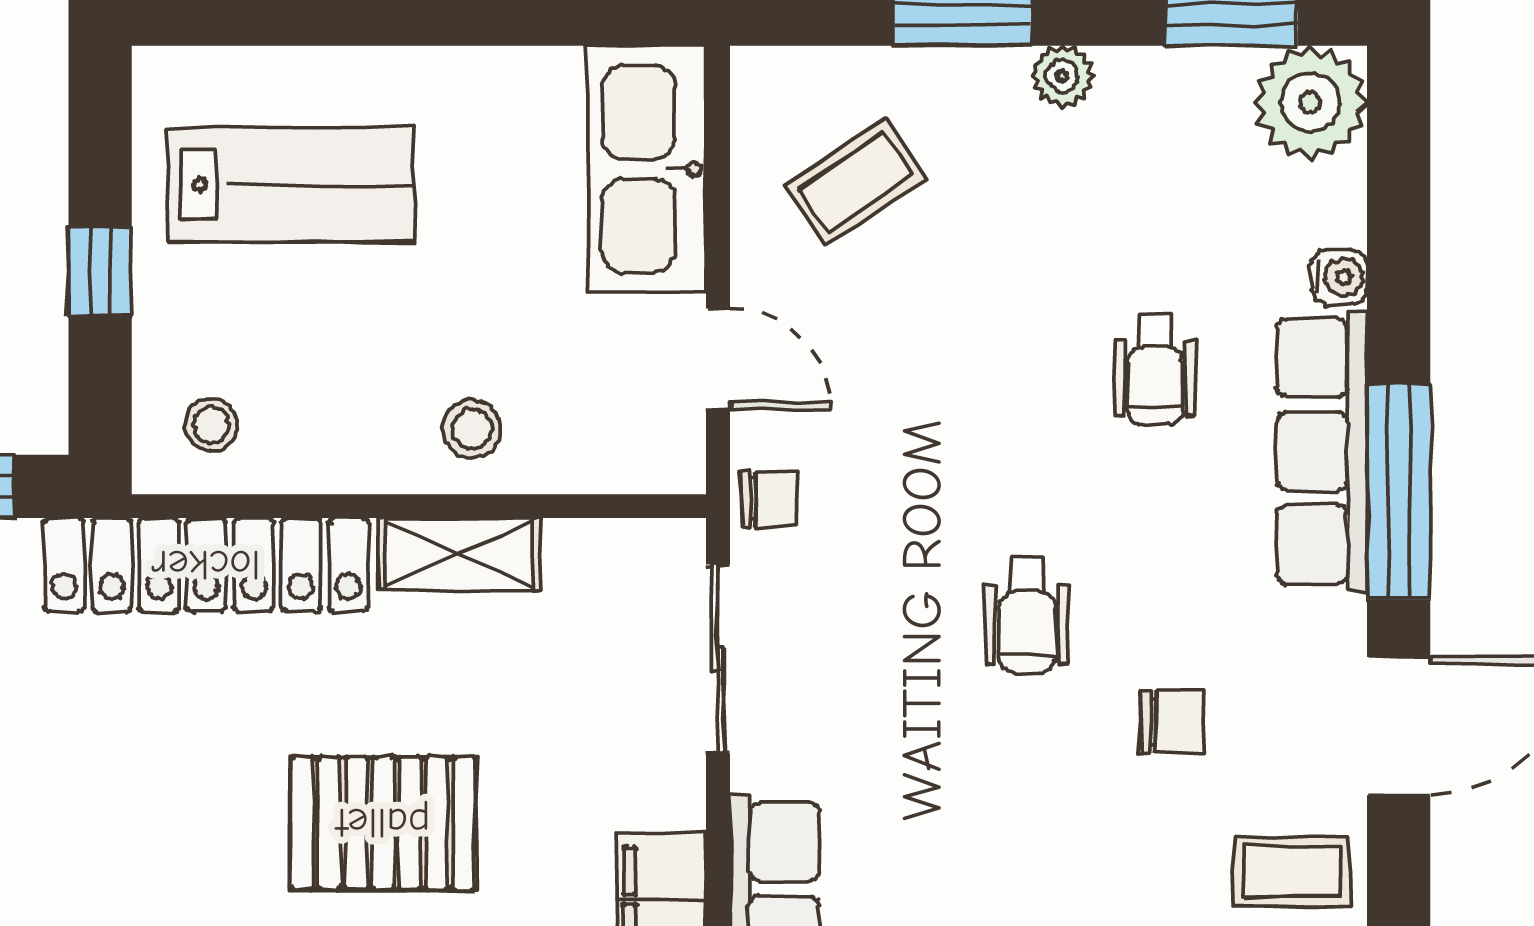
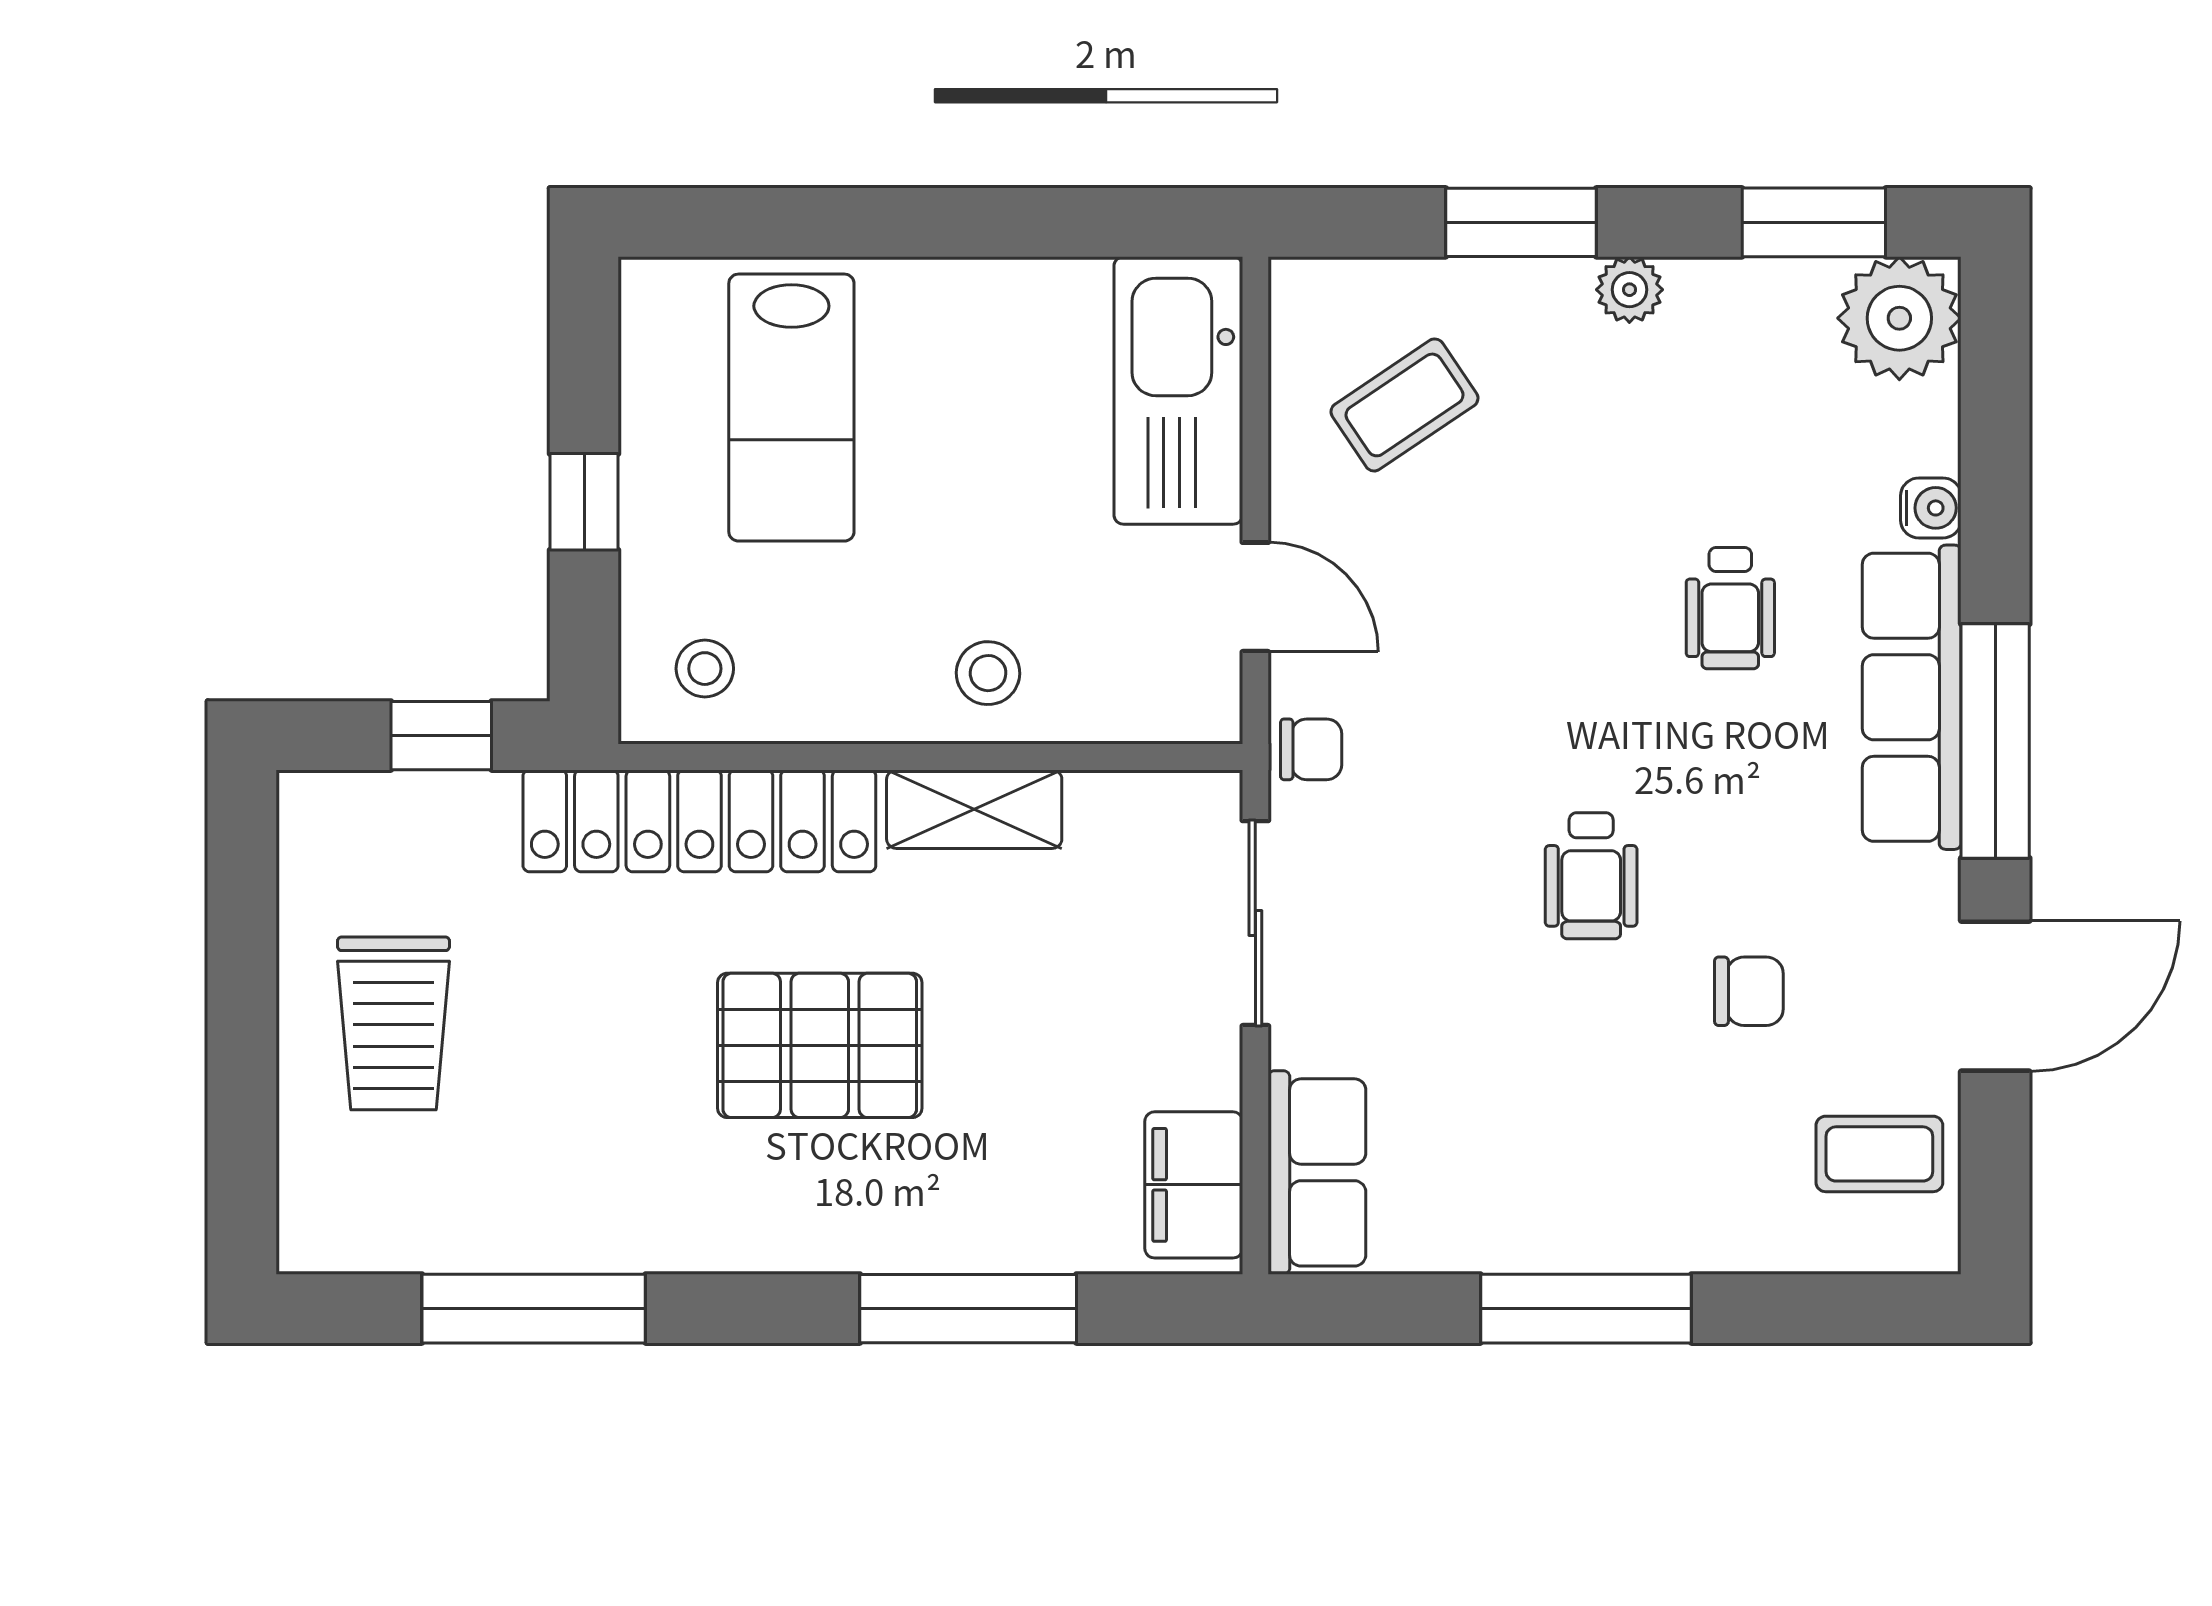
lab bench: (291, 185) -> (791, 408), turned 90
pallet: (383, 823) -> (820, 1045), moved

